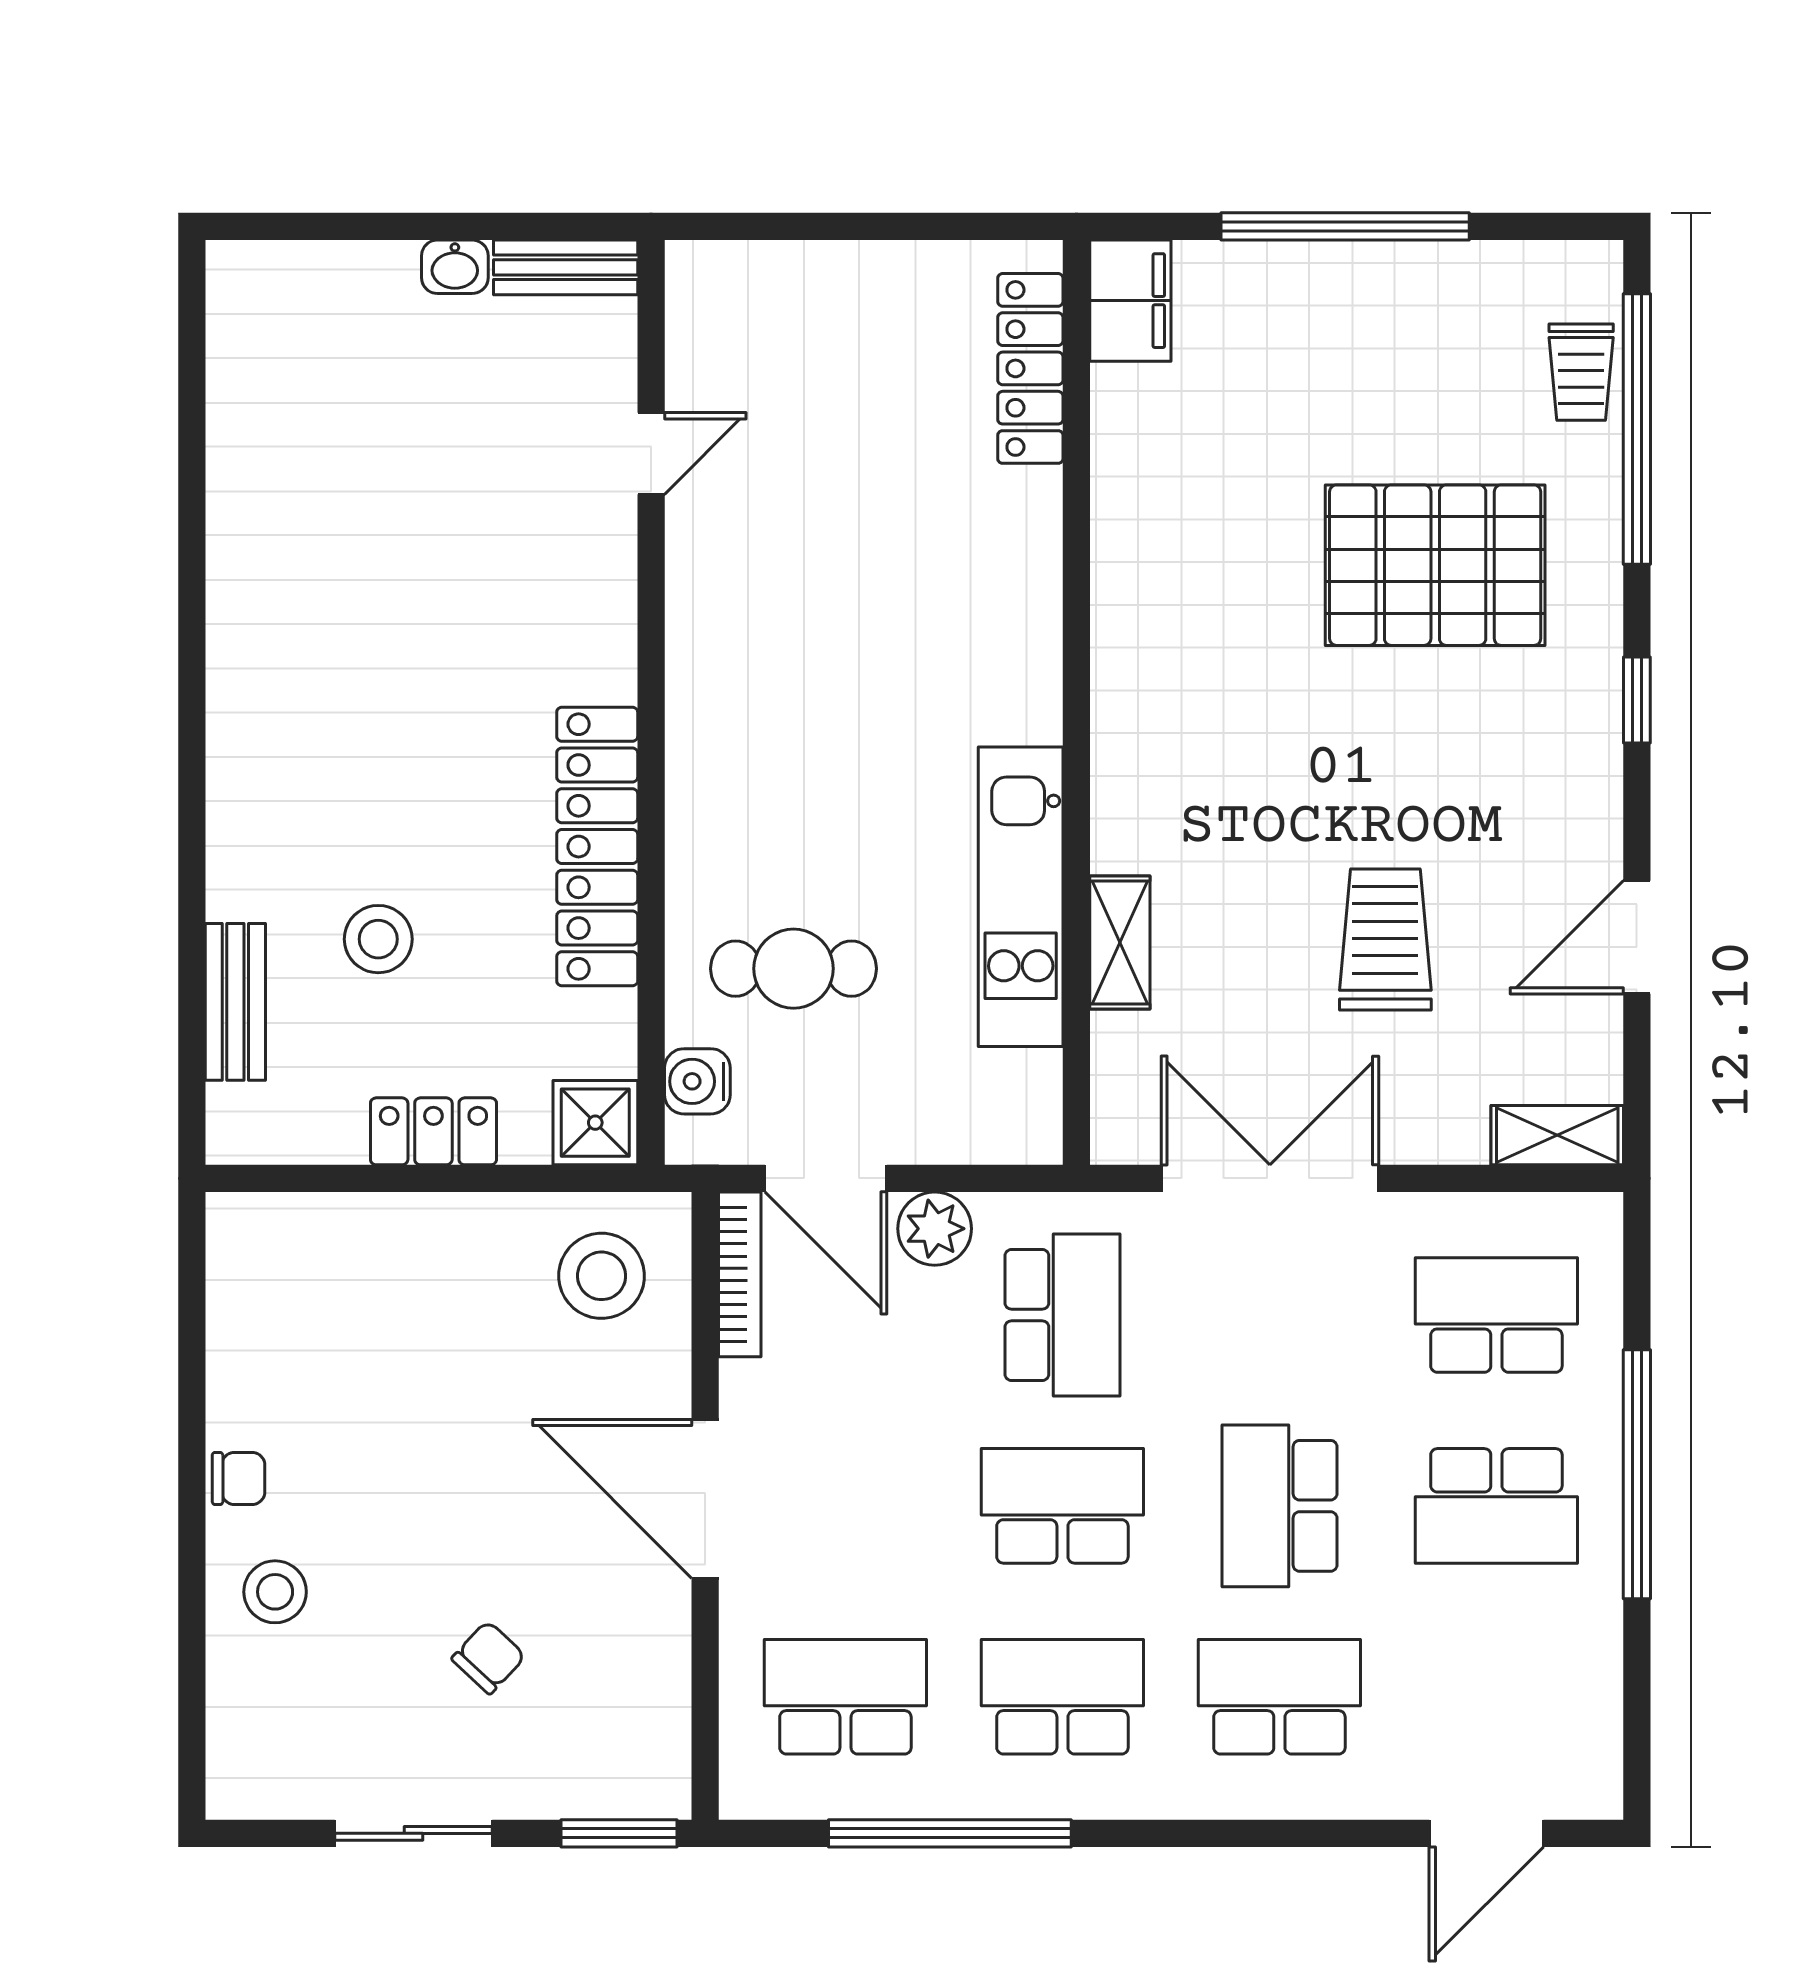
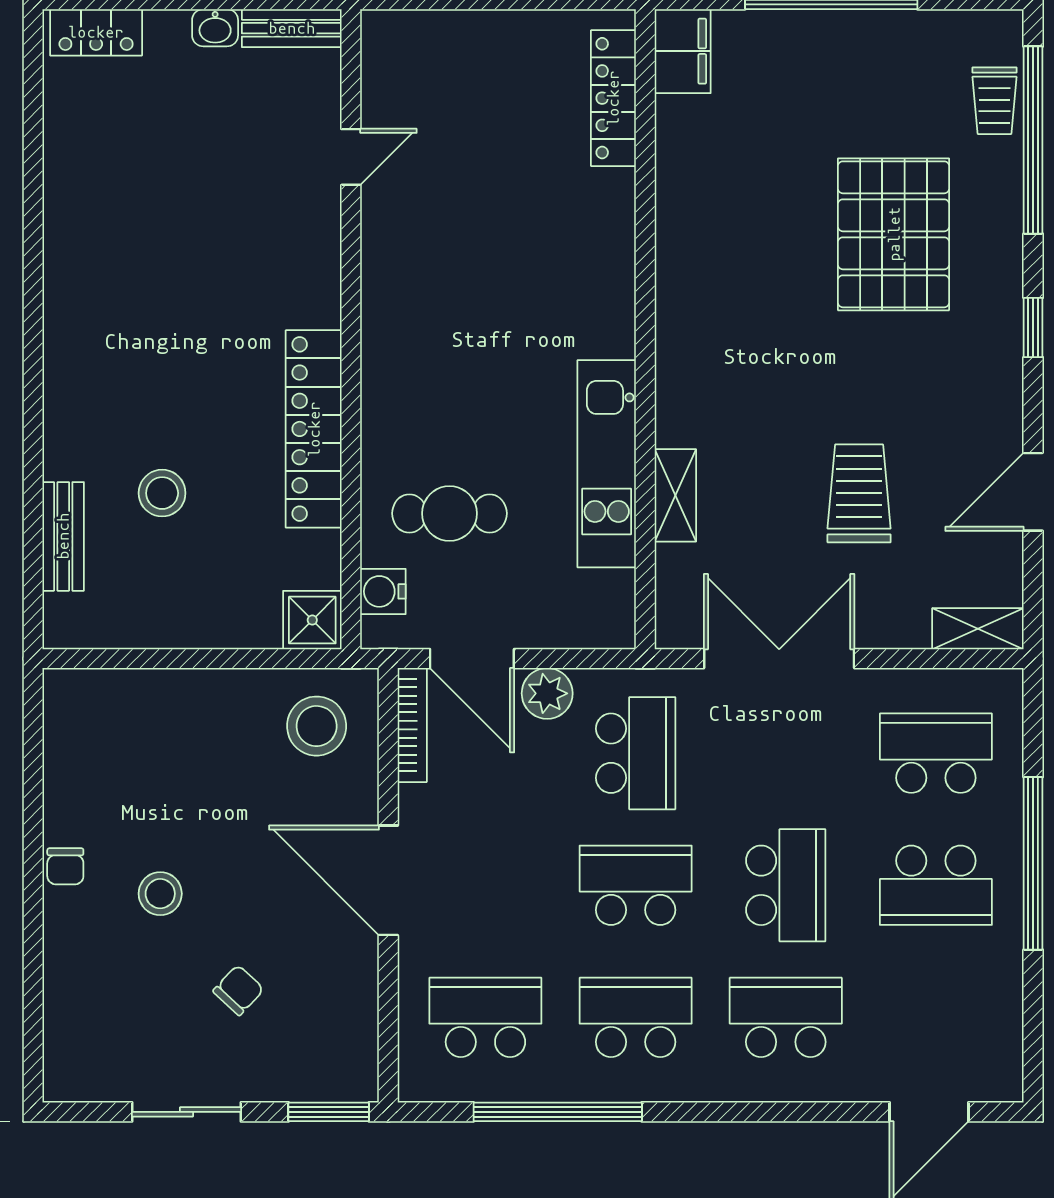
pallet: (1435, 565) -> (894, 234), turned 90
locker: (433, 1131) -> (96, 32), moved, turned 180
chair: (238, 1478) -> (65, 866), turned 90
school desk: (1279, 1506) -> (786, 885), turned 180
stool: (275, 1592) -> (160, 894), moved

